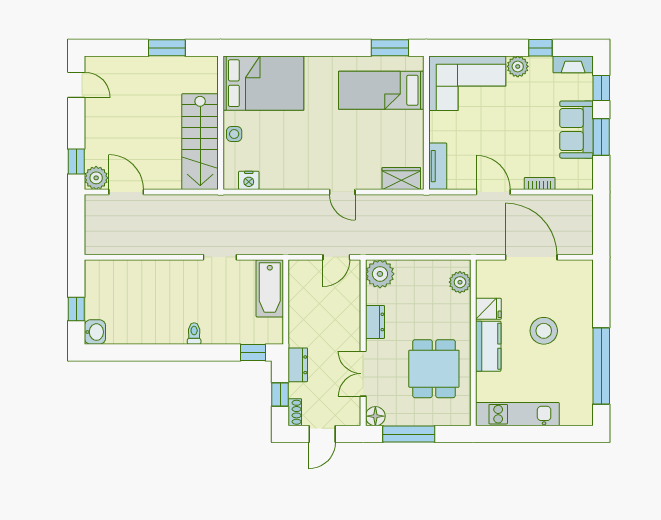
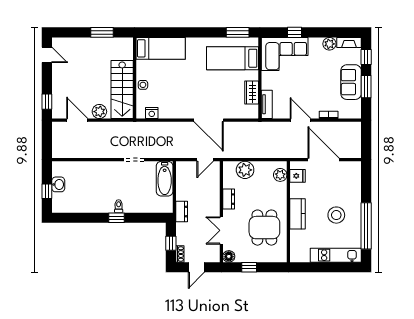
window: (540, 48) -> (294, 32), moved
plant: (518, 66) -> (329, 44), moved
bed: (263, 83) -> (161, 48), width x0.67
plant: (96, 178) -> (99, 112), moved
wardrobe: (401, 178) -> (252, 92), moved, turned -90
door: (342, 192) -> (209, 120), width x1.88
plant: (380, 274) -> (245, 170), moved
fridge: (488, 309) -> (297, 176), moved
stool: (544, 331) -> (336, 215), moved
washbasin: (95, 332) -> (58, 184), moved
window: (253, 353) -> (116, 218), moved
dresser: (298, 365) -> (182, 212), moved
kitchen unit: (517, 414) -> (336, 255), moved
window: (409, 434) -> (249, 267), width x0.46

